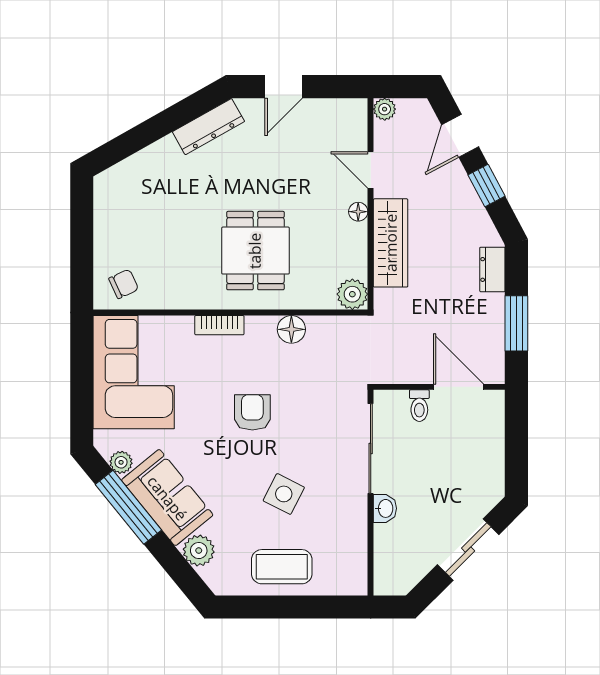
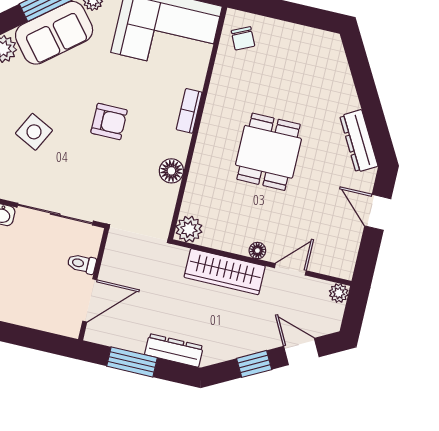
dining table: (255, 251) -> (268, 152), moved, turned 90
dresser: (492, 269) -> (174, 350), width x1.44

